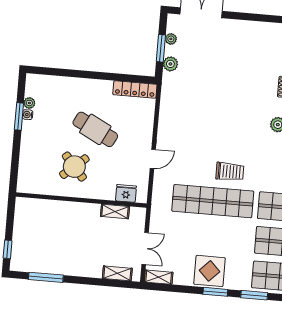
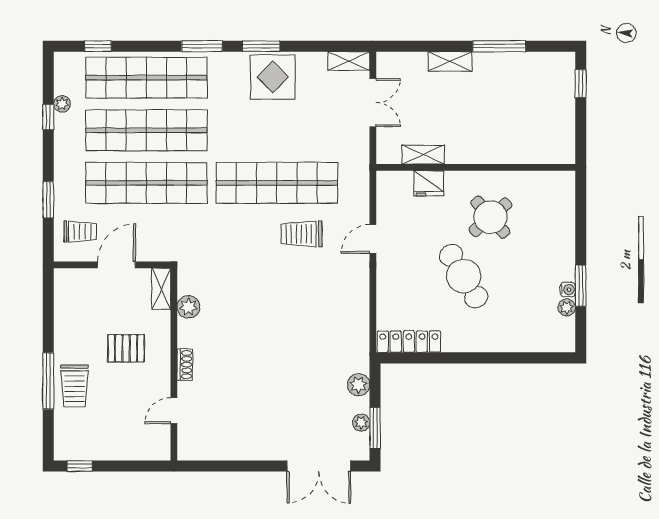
window: (161, 48) -> (375, 428), moved
cafe table: (95, 129) -> (464, 276), turned 32
trolley: (230, 172) -> (302, 234), moved
fridge: (126, 193) -> (429, 183), moved
double door: (145, 248) -> (373, 103), swing flipped
shelving: (117, 273) -> (450, 61), moved
window: (46, 277) -> (499, 46), moved

